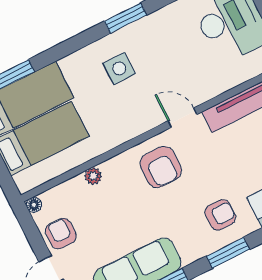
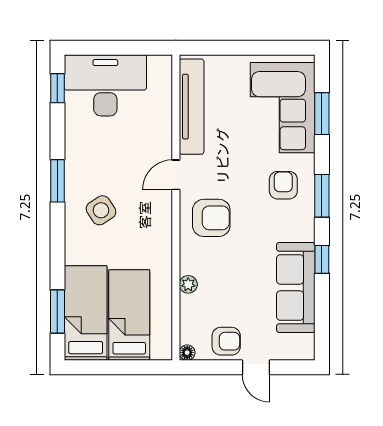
side table: (119, 69) -> (101, 210), turned -33
armchair: (61, 233) -> (226, 341), turned 180

